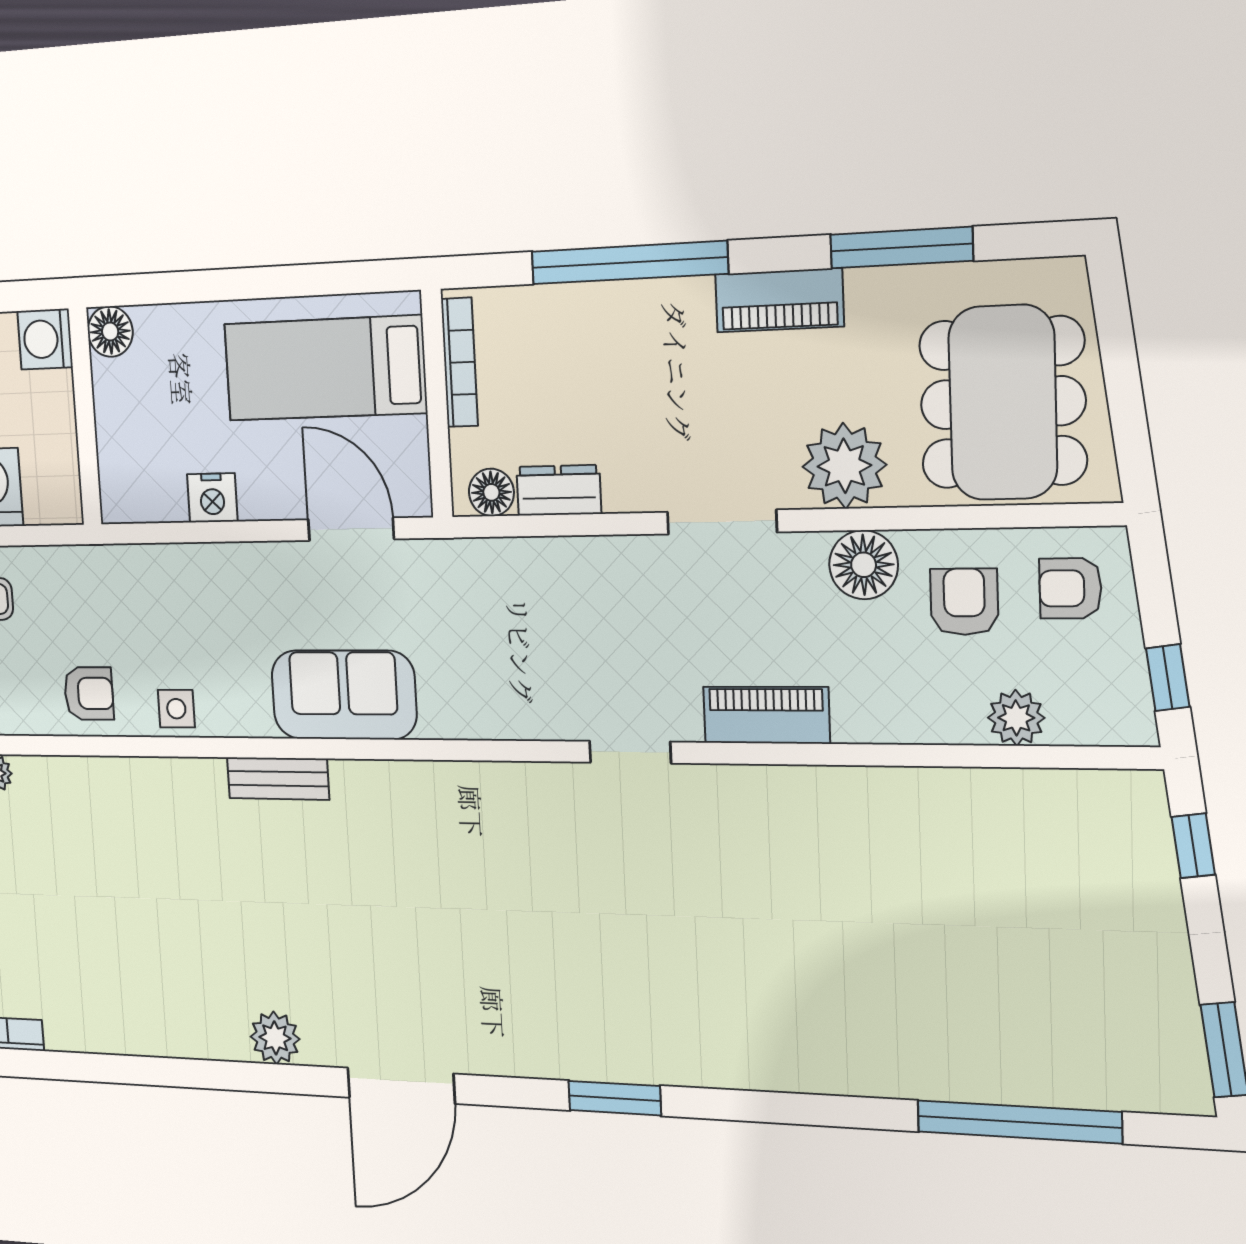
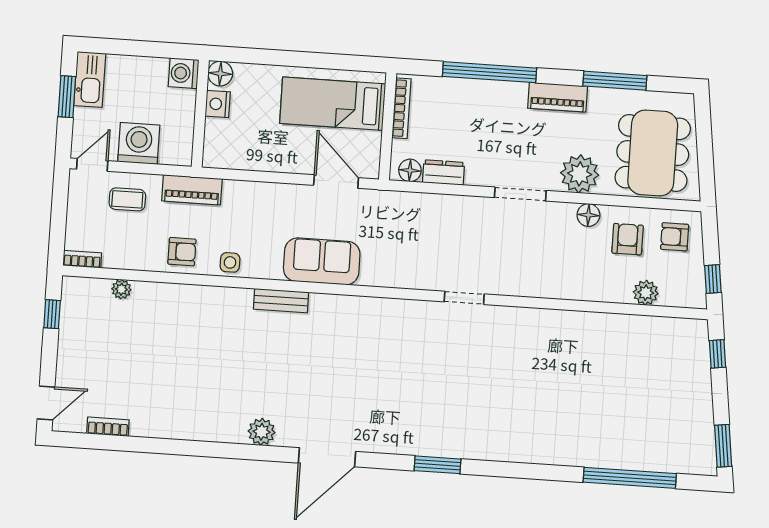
nightstand: (212, 498) -> (218, 104), moved, turned 90
floor lamp: (864, 565) -> (588, 215), width x0.73, depth x0.73
piano: (766, 715) -> (192, 190), moved, turned 180

